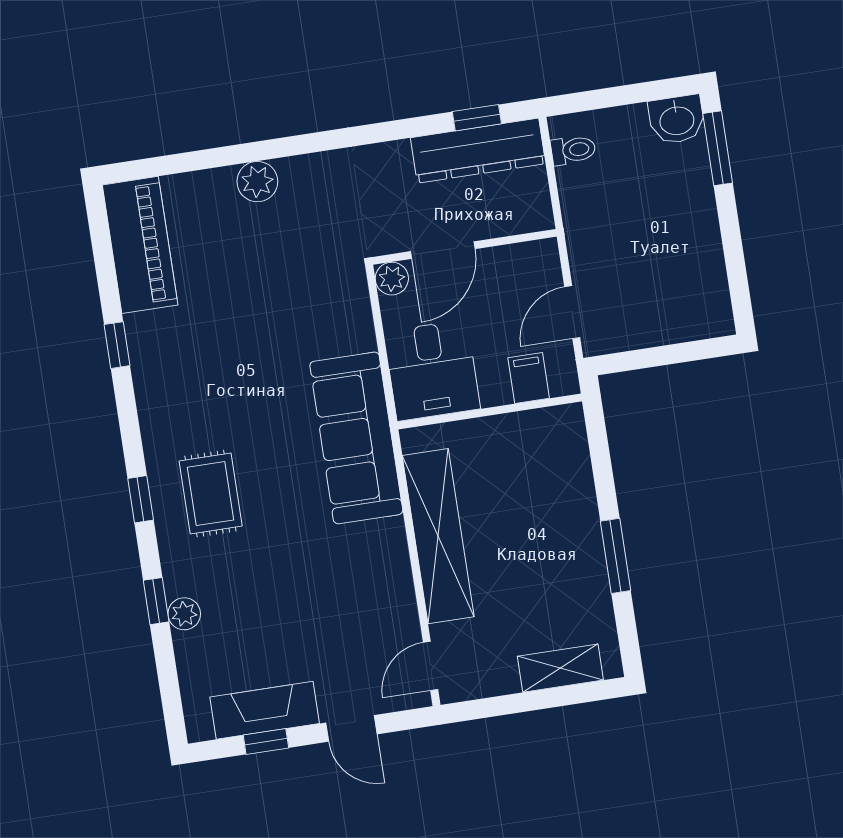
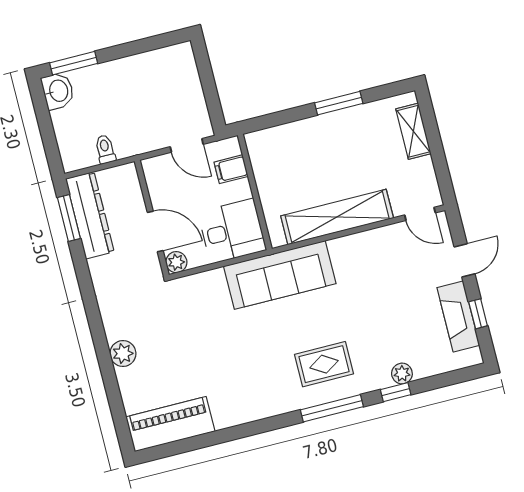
window: (477, 118) -> (69, 218), width x1.50
toilet: (573, 150) -> (105, 149), moved
window: (117, 345) -> (235, 433), removed
window: (141, 499) -> (332, 408), width x2.17

